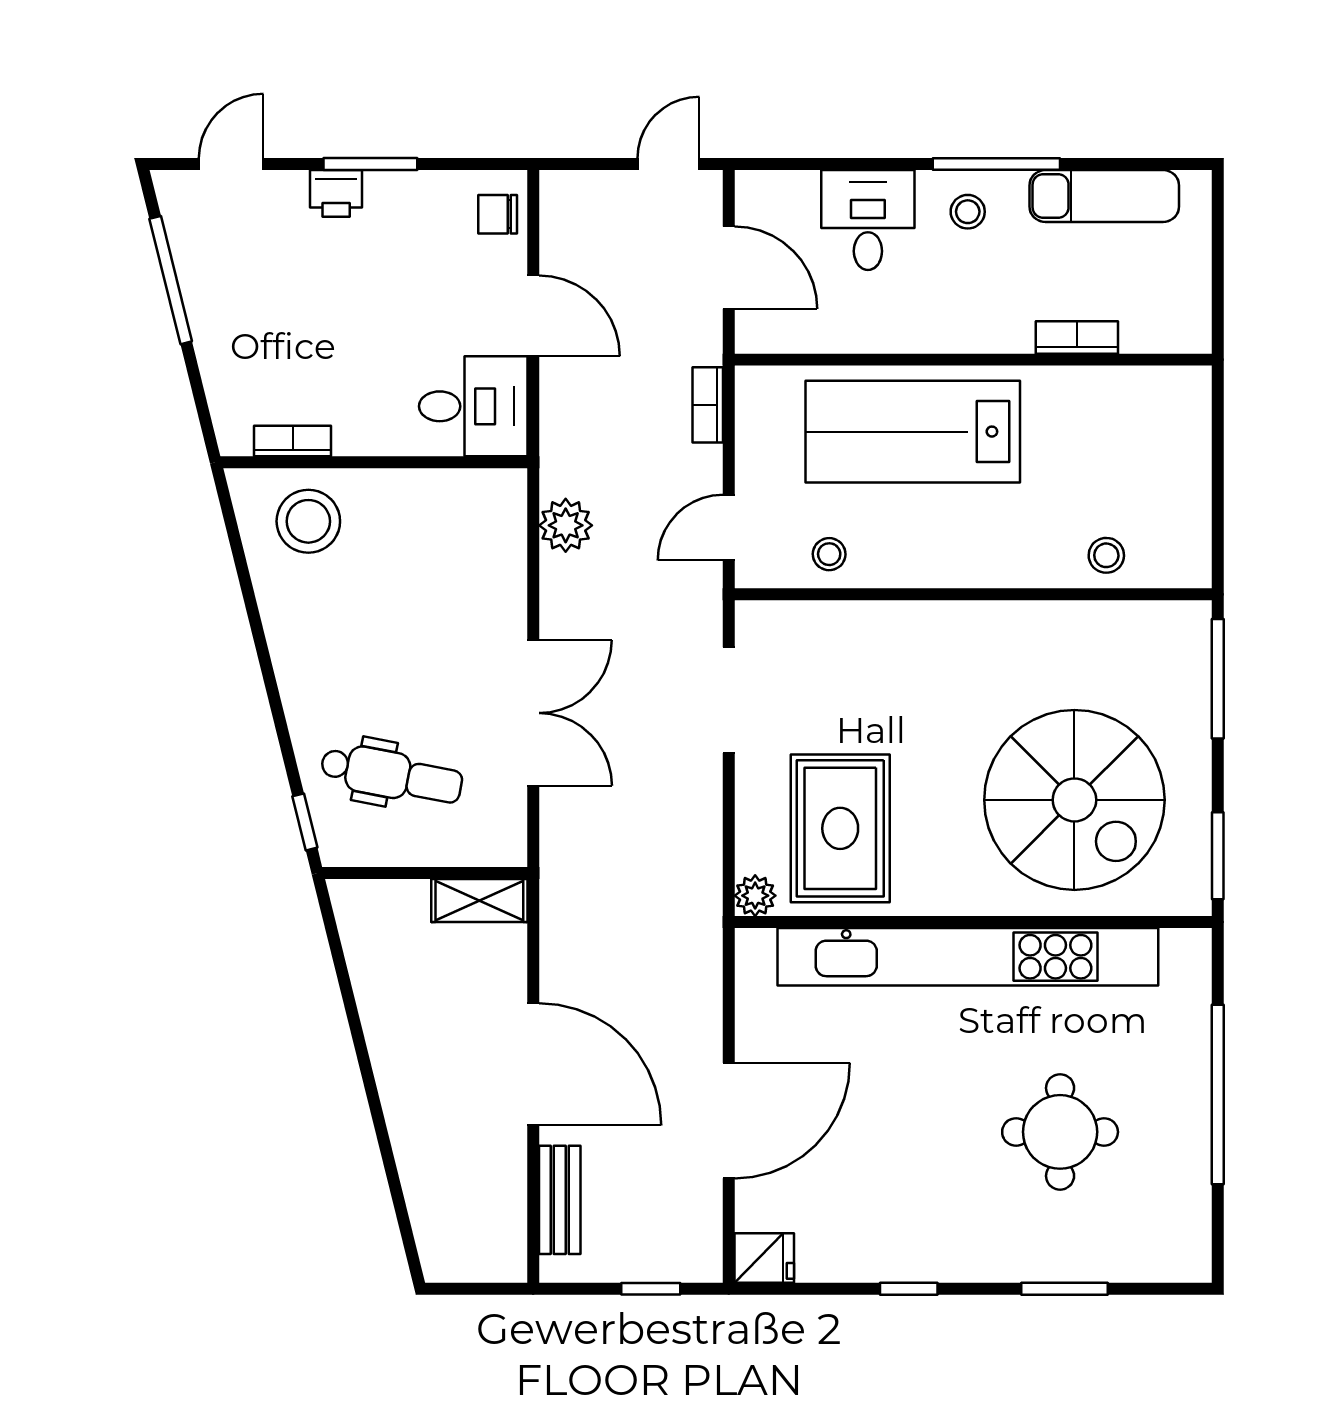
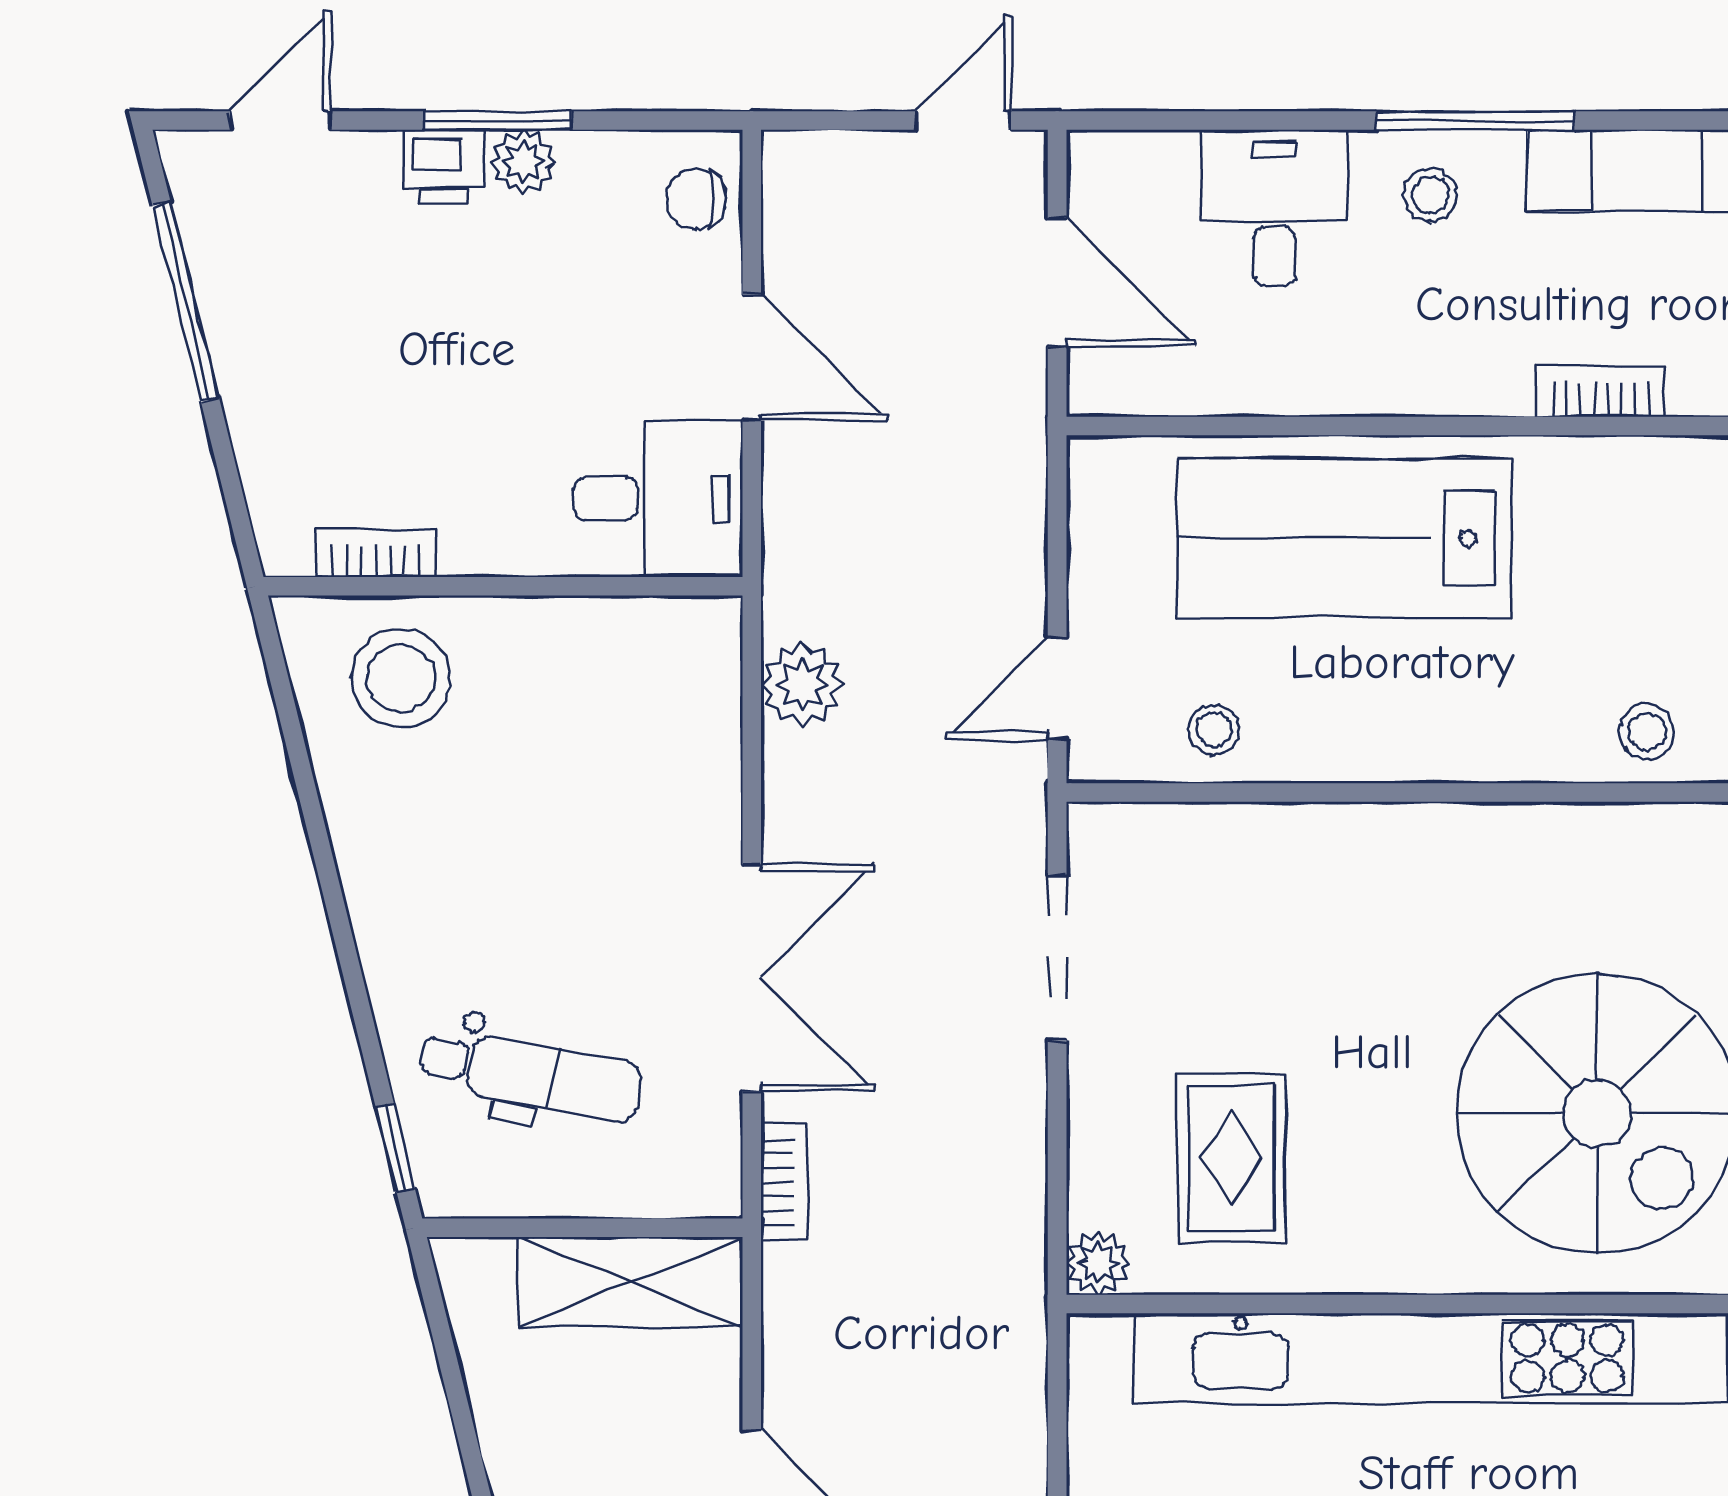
plant: (387, 191) -> (523, 162), added
bookcase: (708, 405) -> (784, 1182), moved, turned 180
rug: (840, 828) -> (1231, 1158), width x0.73, depth x0.70
shelving: (479, 901) -> (630, 1282), width x1.50, depth x1.33

